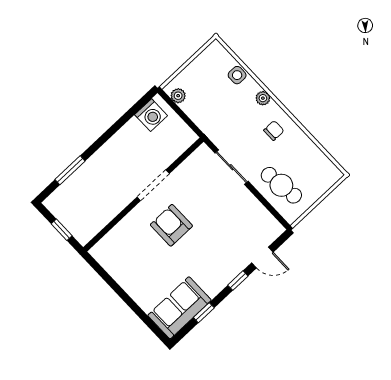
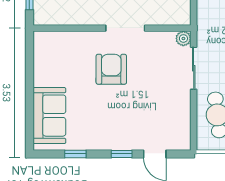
plant: (203, 152) -> (183, 38), added
sofa: (180, 308) -> (49, 116), moved, turned 90

